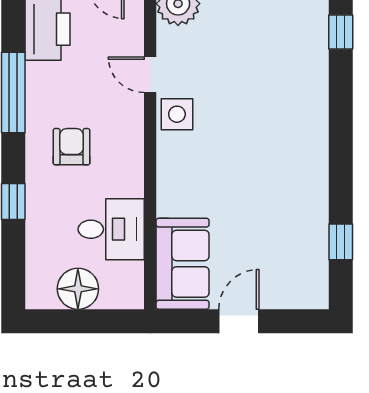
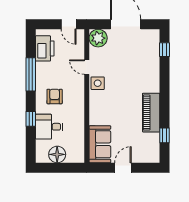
piano: (308, 186) -> (151, 113), added
desk: (111, 229) -> (49, 127), moved, turned 180

